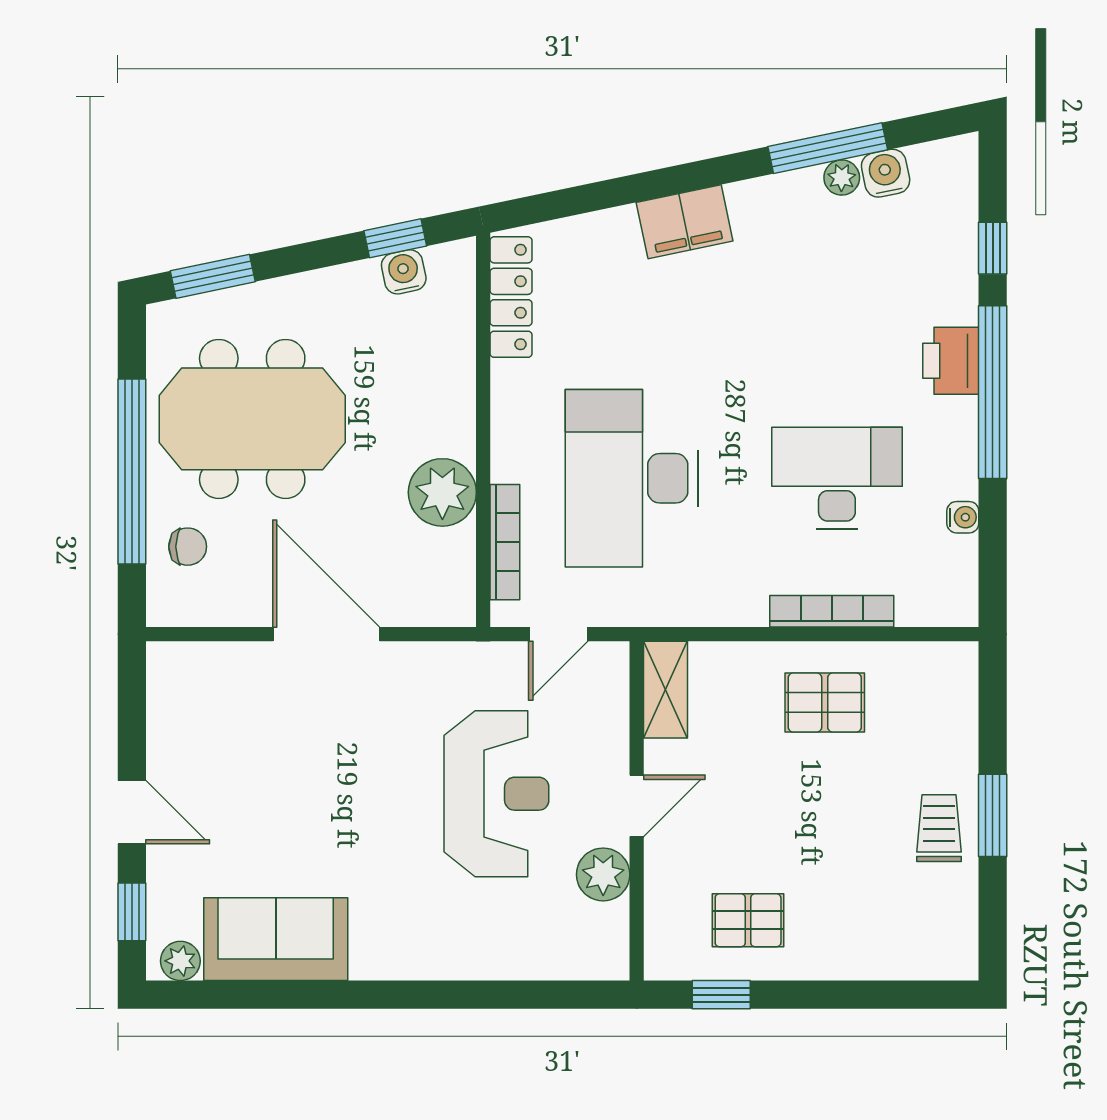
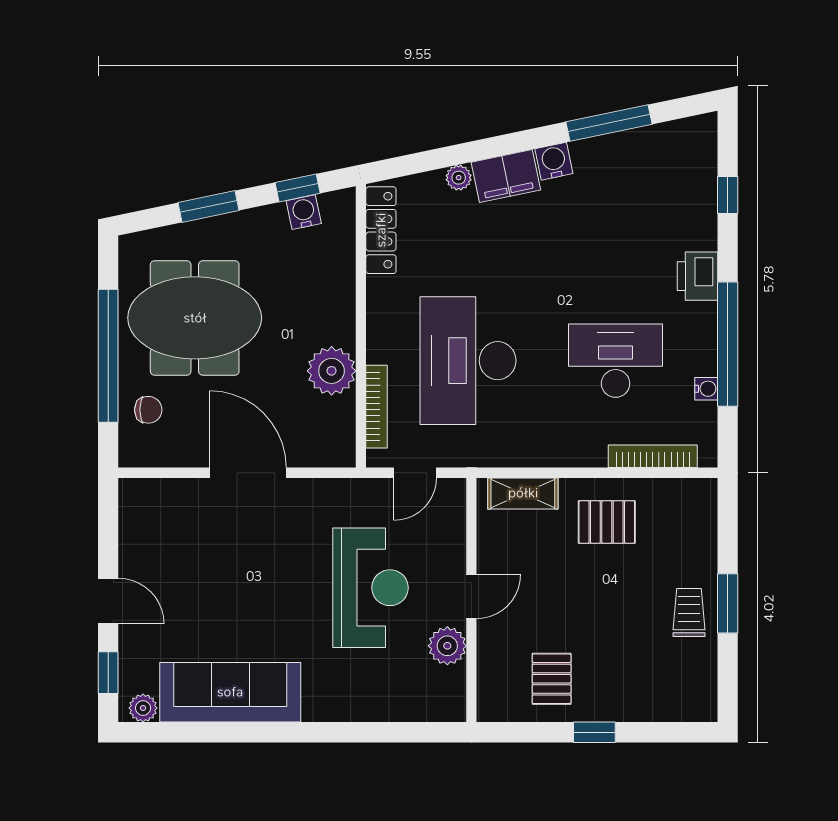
water cooler: (886, 173) -> (554, 161), moved
plant: (842, 178) -> (459, 178), moved
window: (213, 276) -> (209, 206), moved
window: (993, 392) -> (728, 344), moved
bookcase: (832, 611) -> (653, 456), moved
shelving: (665, 690) -> (523, 493), moved, turned 90
pallet: (748, 920) -> (552, 679), turned 90
sofa: (276, 939) -> (230, 692), width x1.36
window: (721, 995) -> (594, 732), moved

